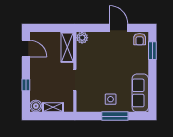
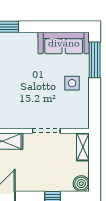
shelving: (53, 107) -> (83, 147), moved
window: (115, 116) -> (95, 60), moved

